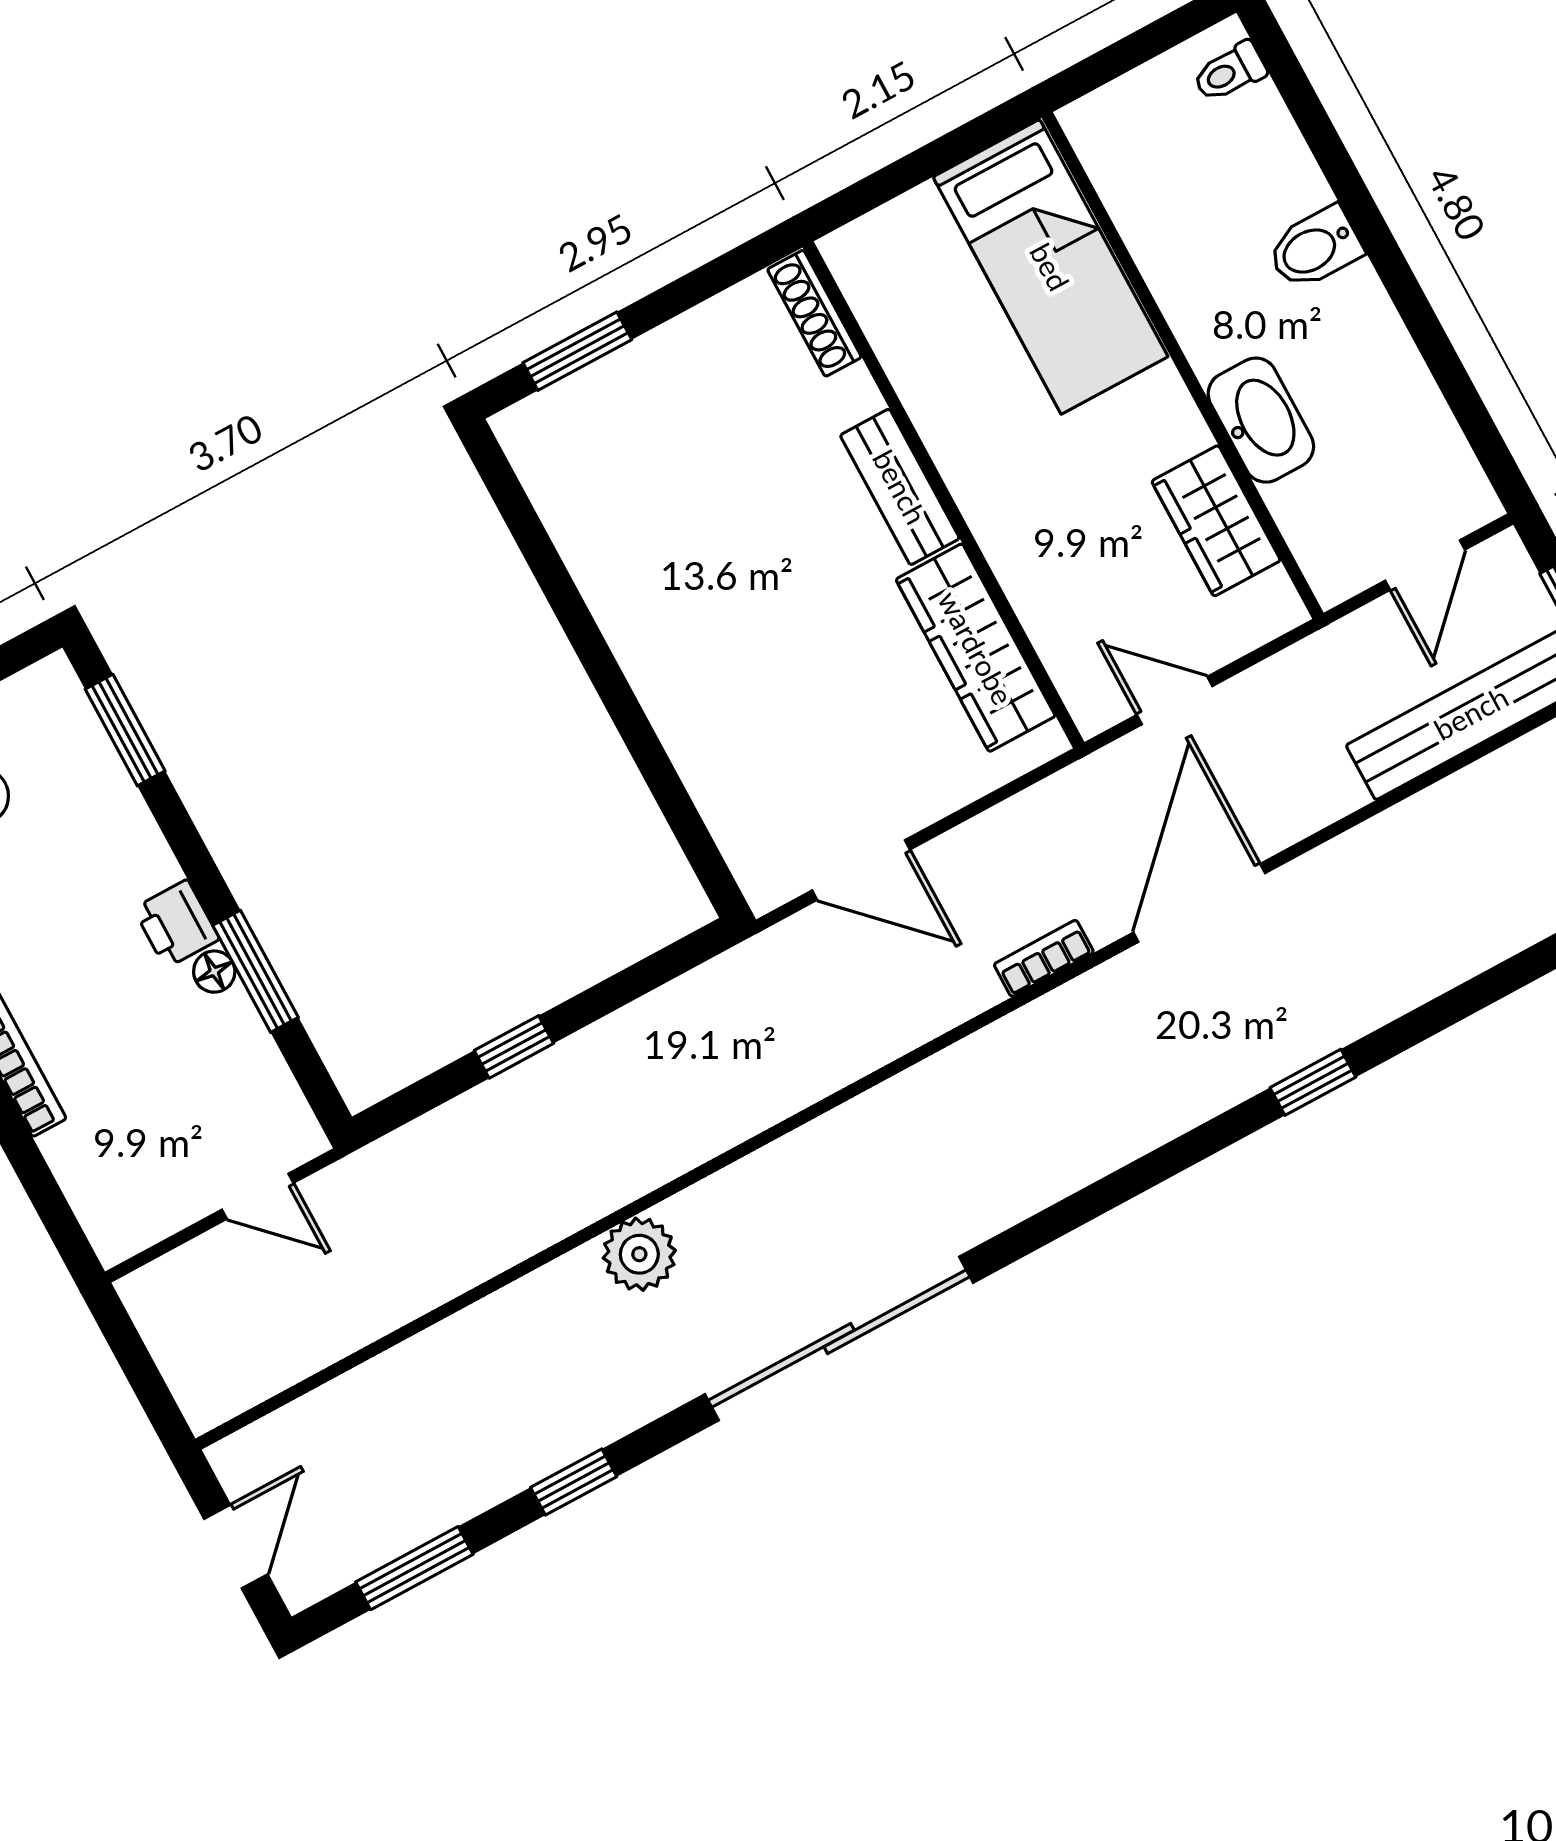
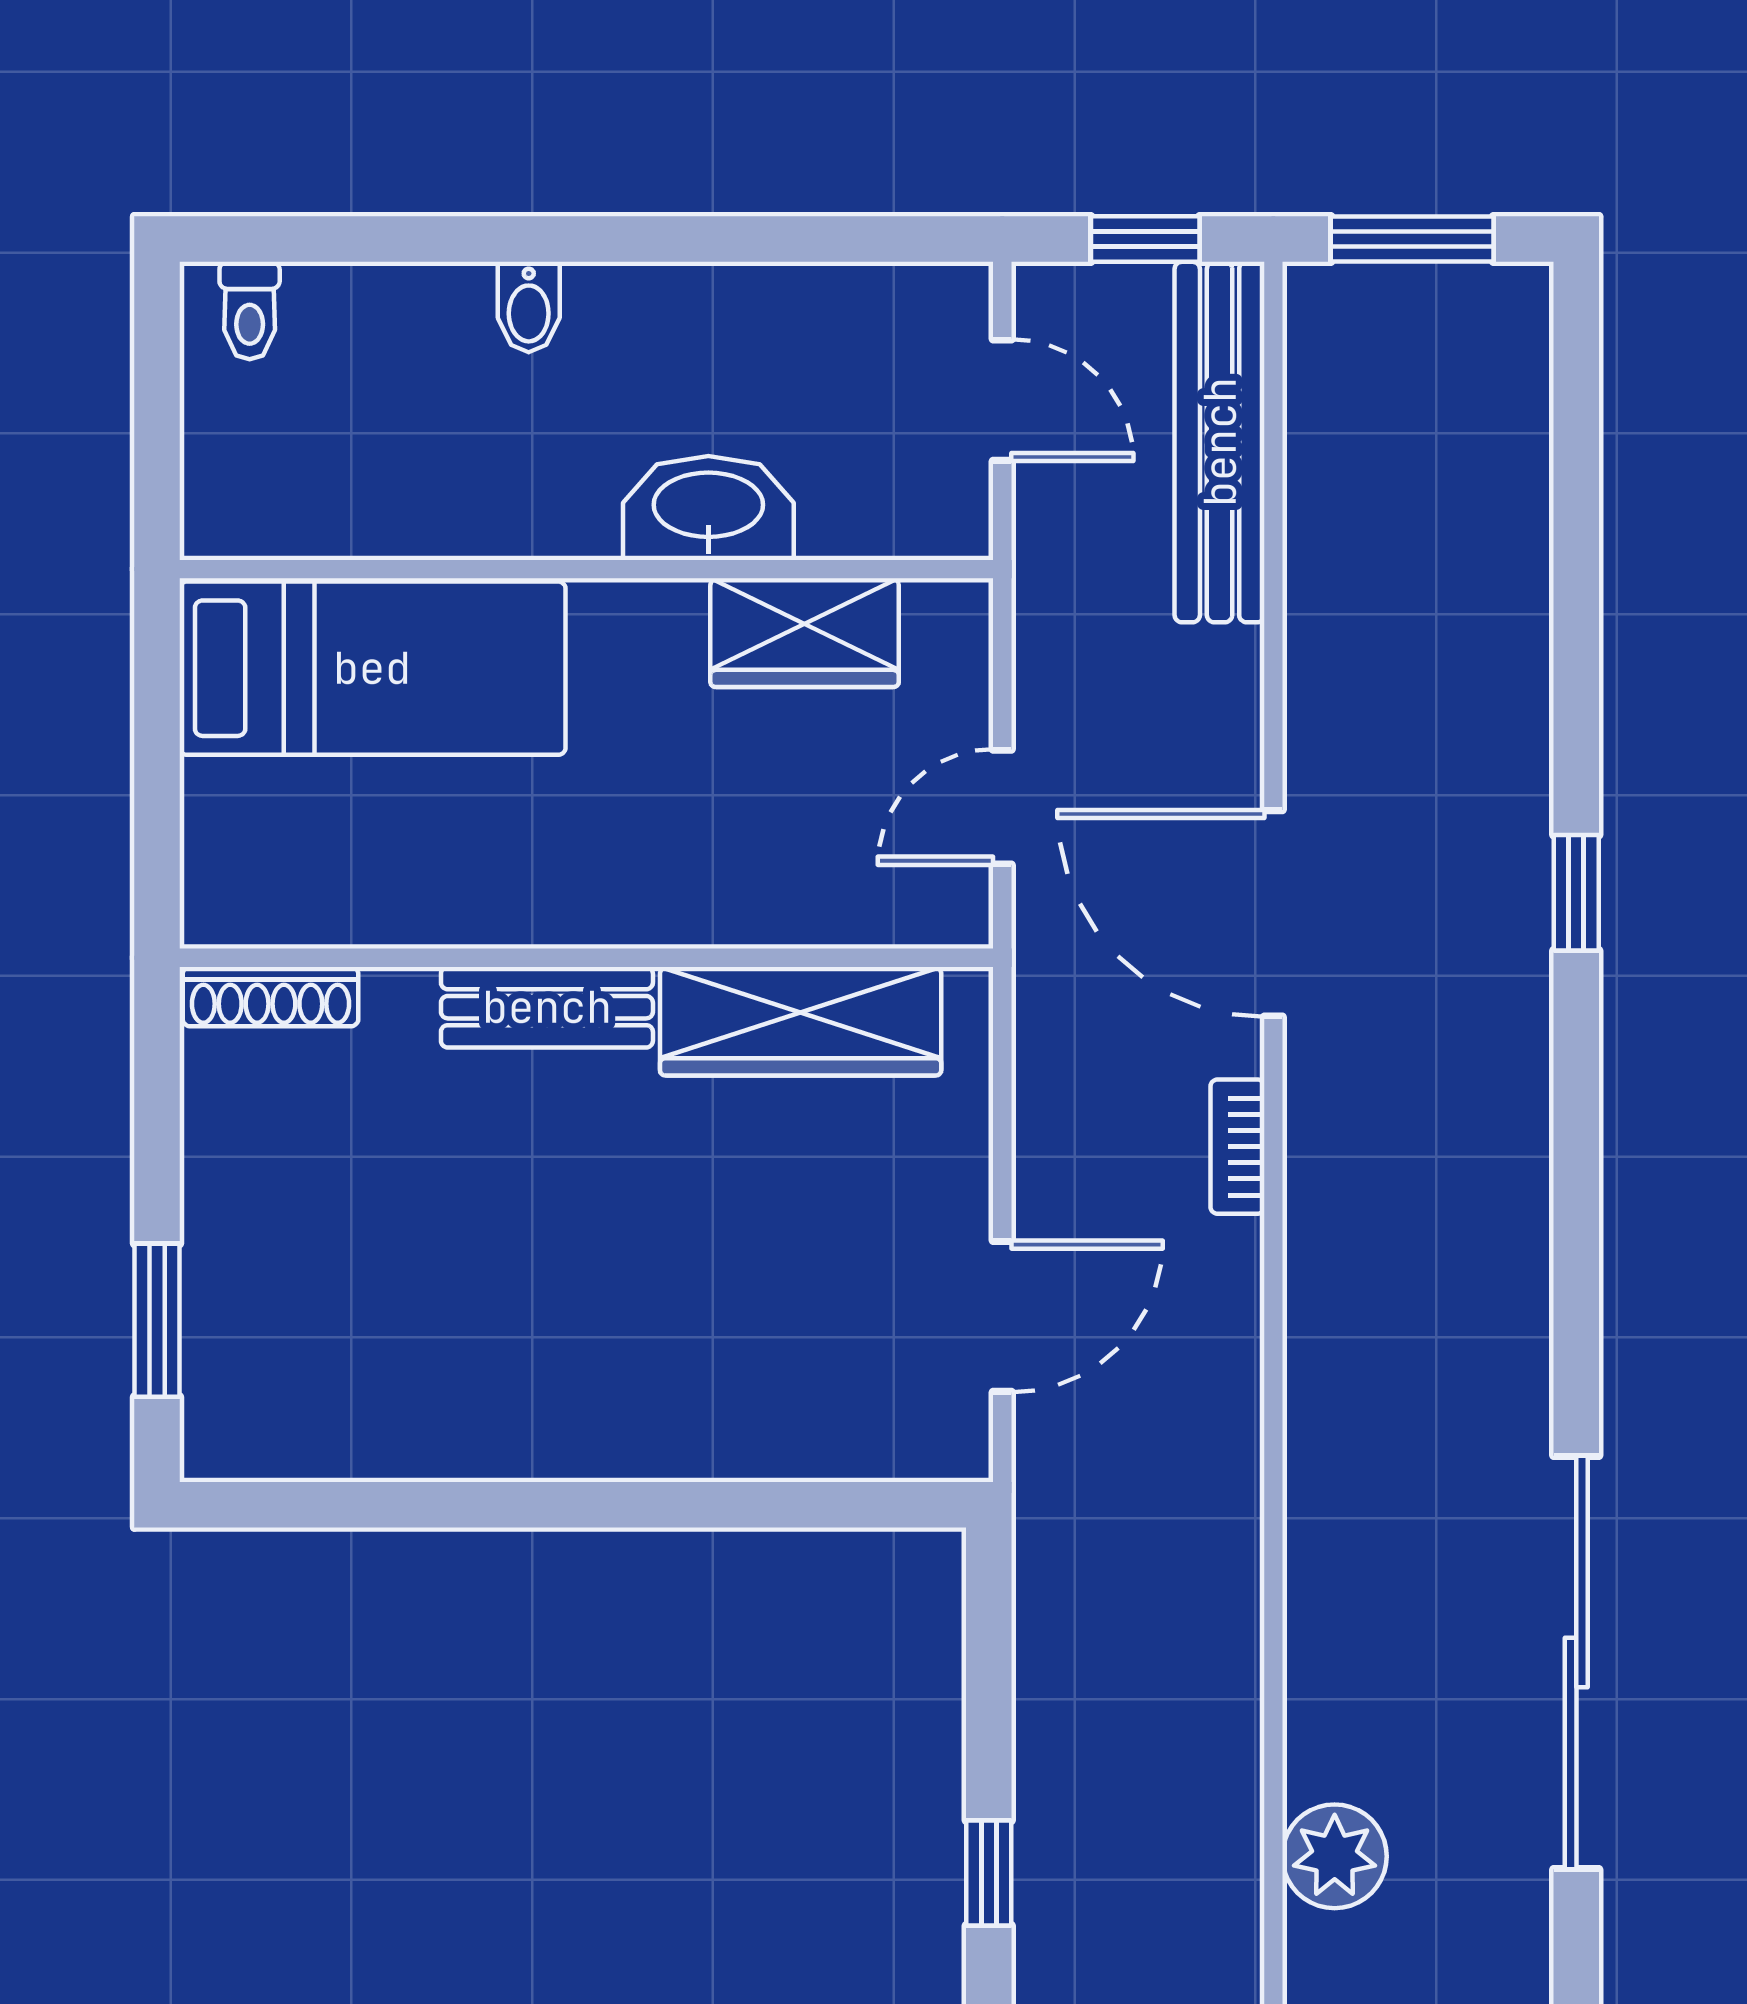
bidet: (1315, 248) -> (529, 307), width x0.72, depth x0.74

